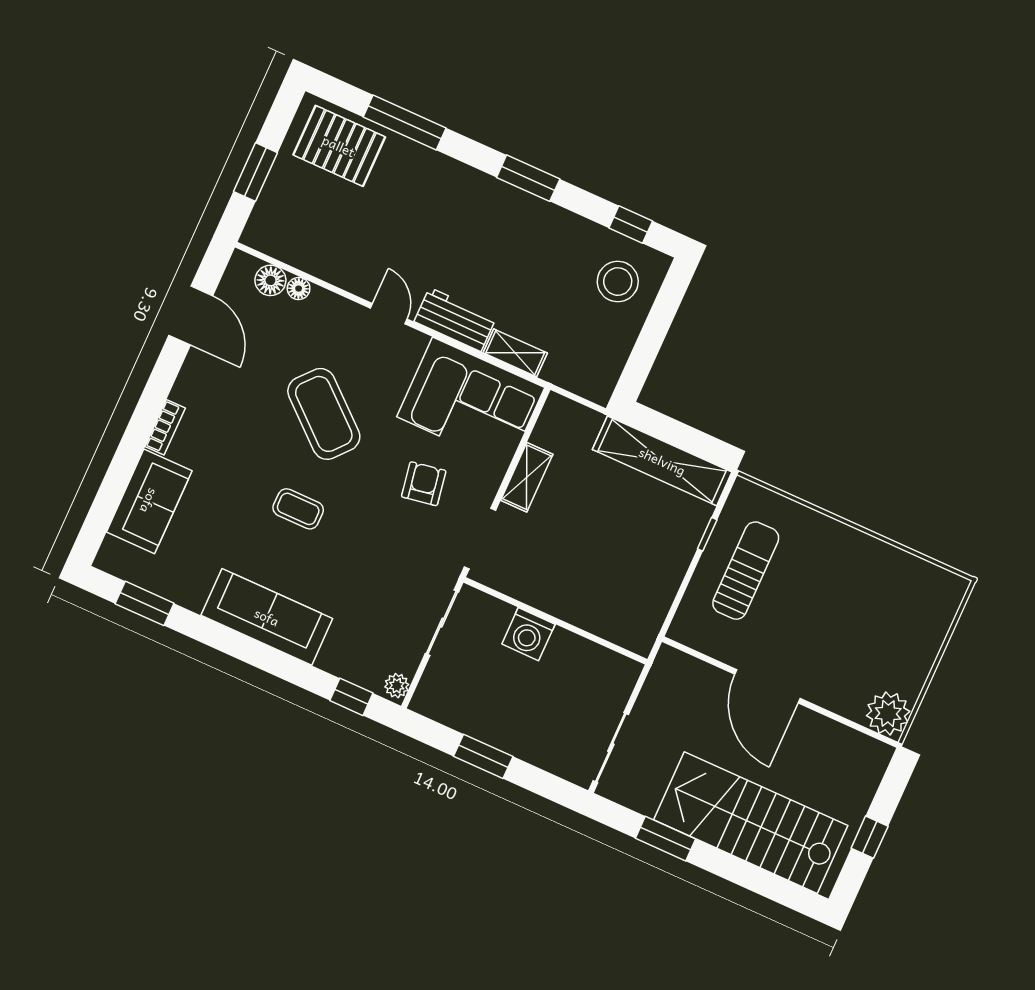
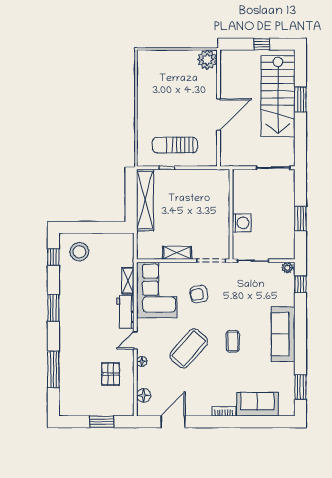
pallet: (339, 146) -> (111, 374), moved, width x0.67, depth x0.71
floor lamp: (299, 289) -> (142, 361), moved
window: (665, 839) -> (300, 99), moved

